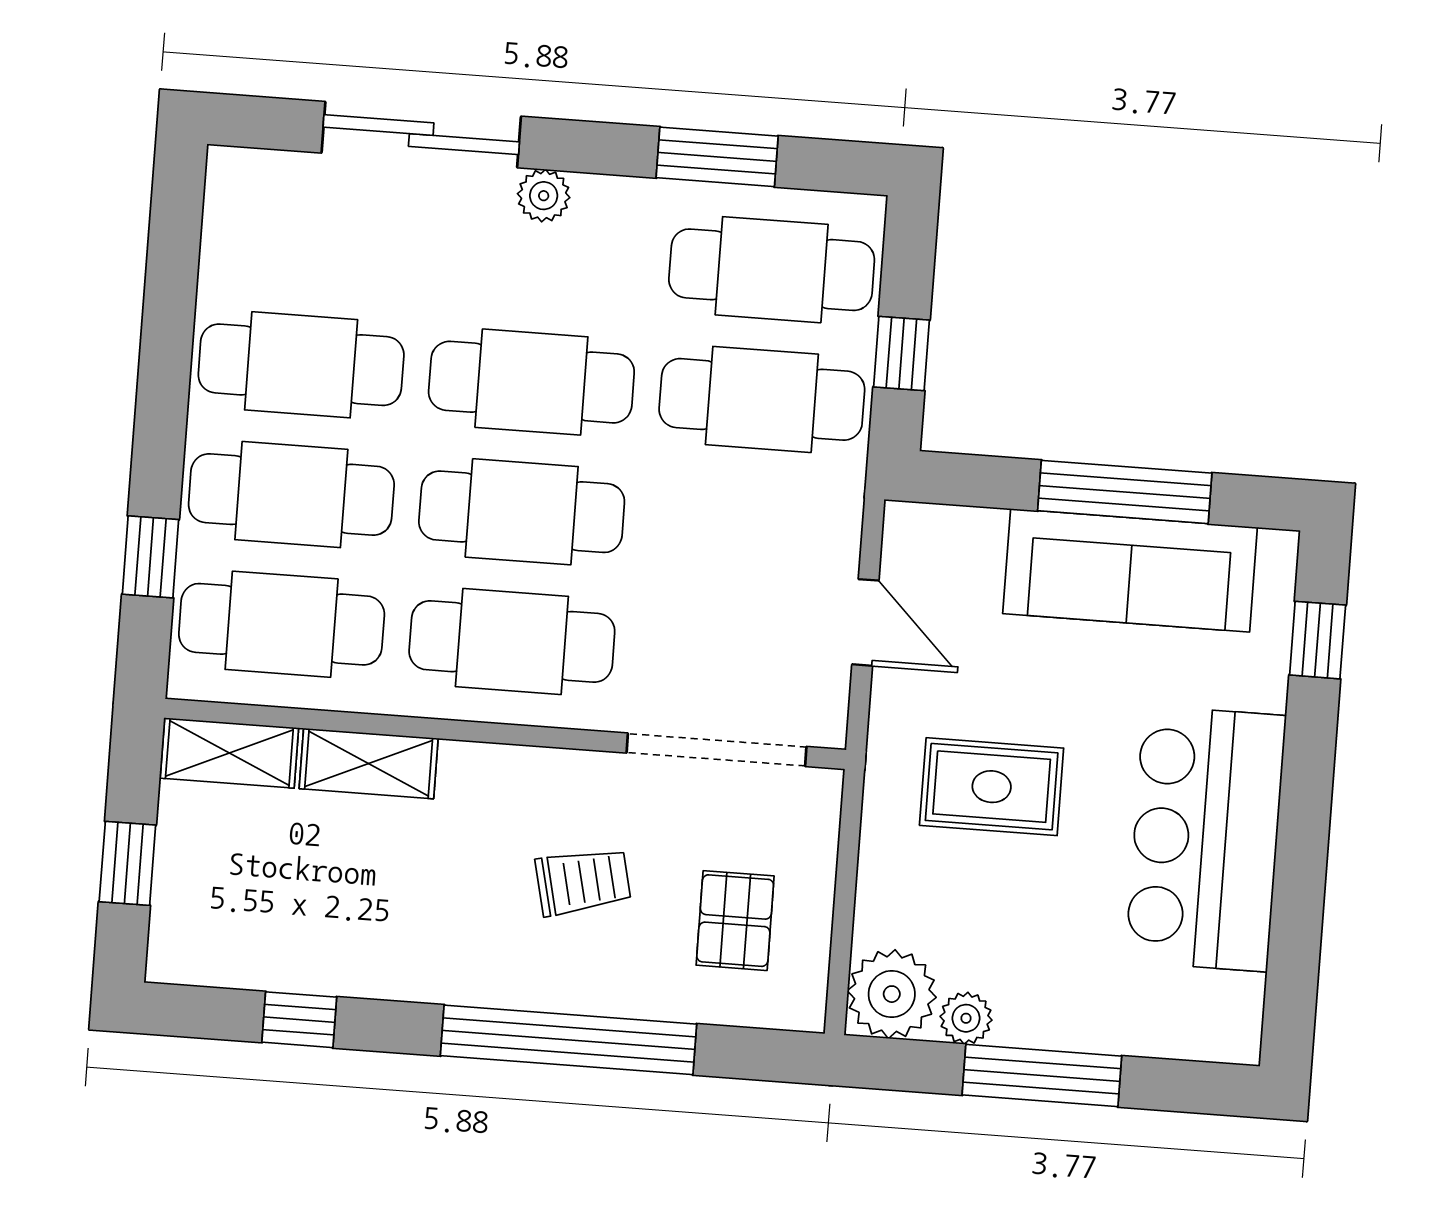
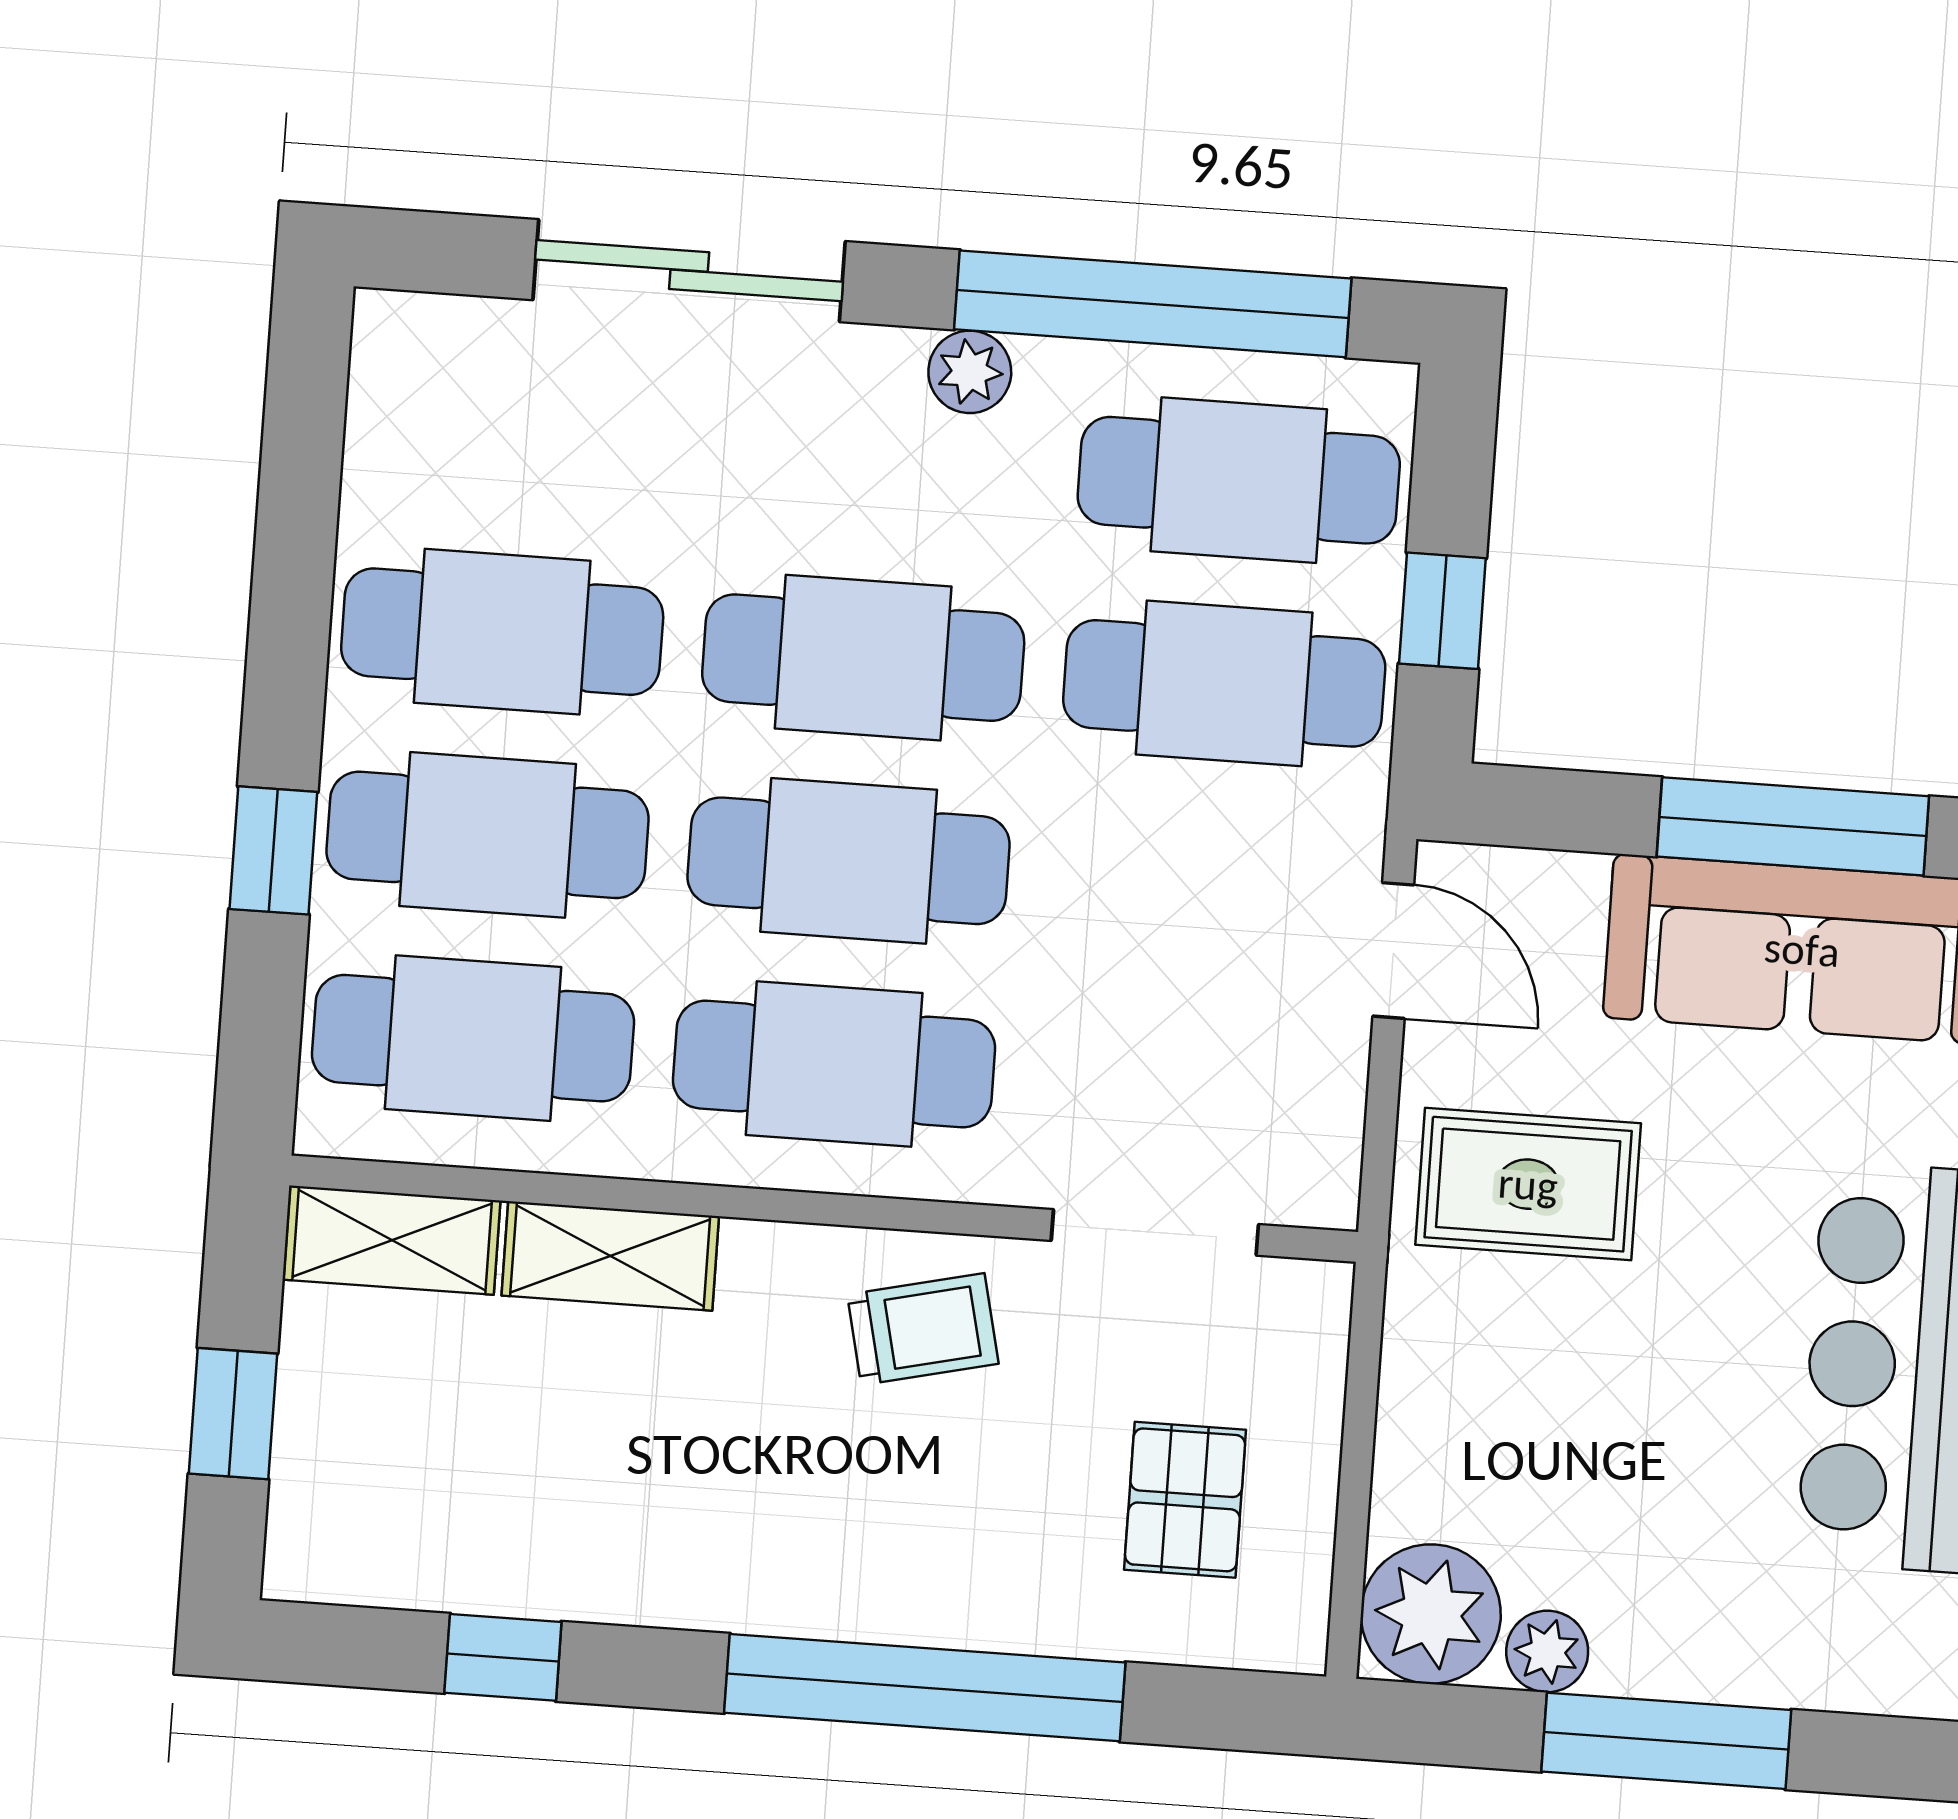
window: (717, 157) -> (1153, 304), width x2.11
plant: (544, 196) -> (970, 372), moved
window: (151, 557) -> (273, 850), moved
door: (865, 622) -> (1393, 951), moved
doorway: (716, 750) -> (1155, 1232), width x0.73
rug: (992, 787) -> (1528, 1184), moved
trolley: (583, 882) -> (923, 1329), moved

